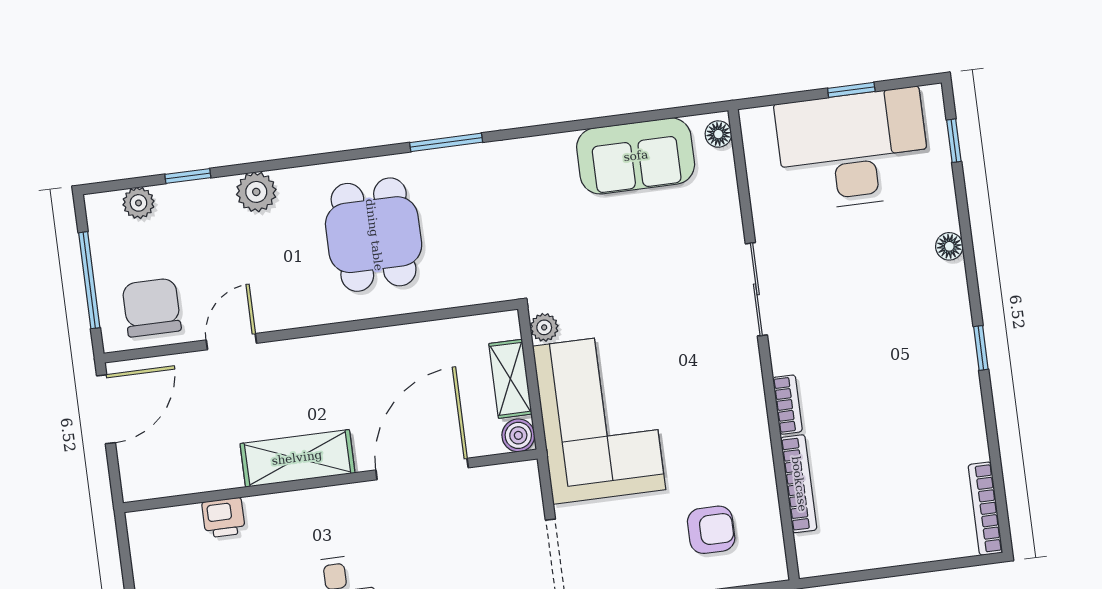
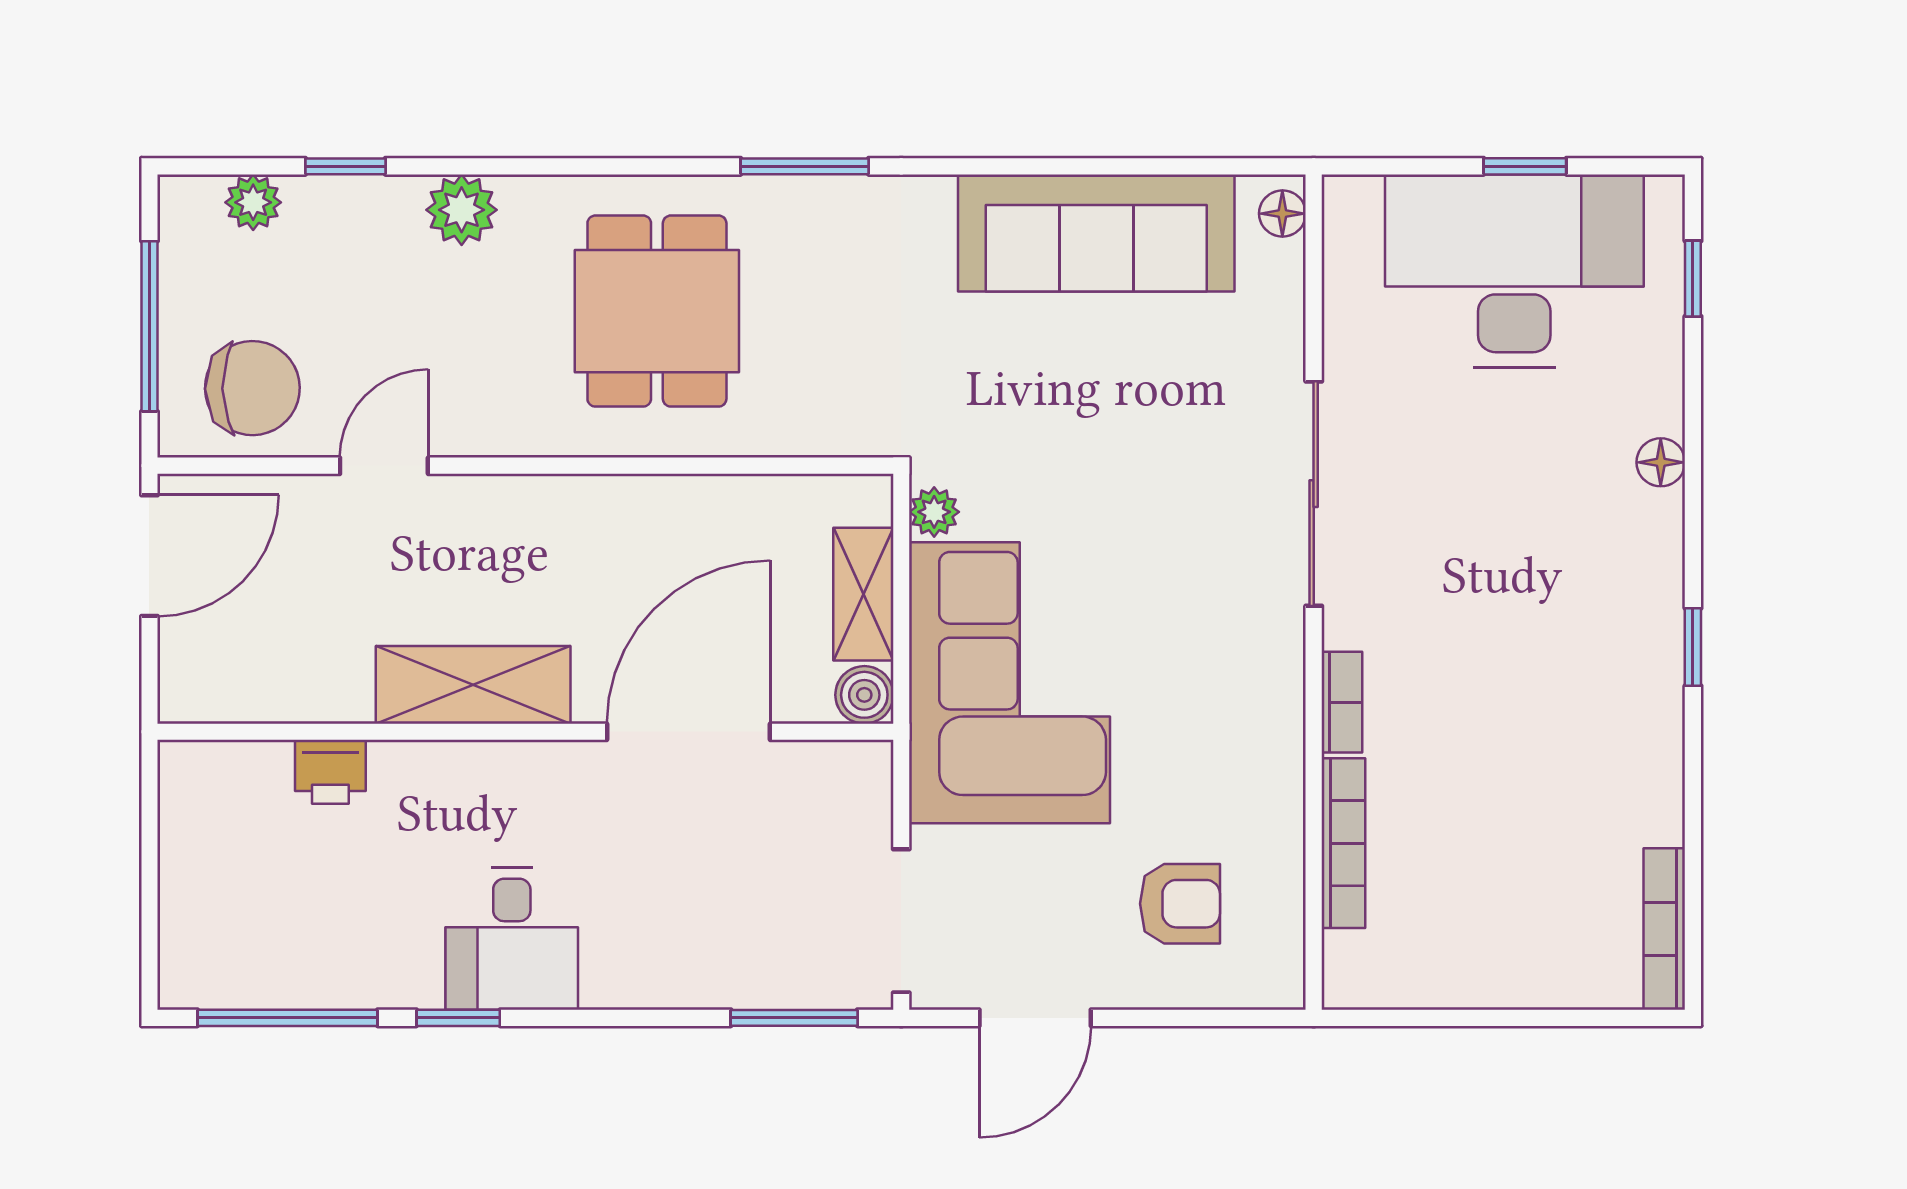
sofa: (636, 156) -> (1096, 233), width x1.36
sliding door: (756, 289) -> (1314, 494), width x1.37
chair: (152, 307) -> (252, 388), turned 89

